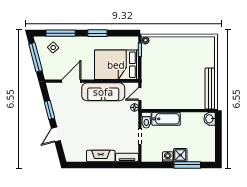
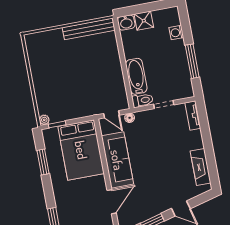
window: (97, 33) -> (43, 162), moved
door: (71, 81) -> (112, 202), swing flipped
shower: (180, 155) -> (144, 21), moved
fireplace: (101, 156) -> (201, 167), moved
washing machine: (168, 157) -> (176, 33), moved
window: (187, 165) -> (192, 61), moved

